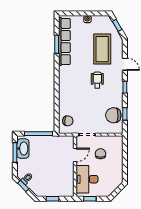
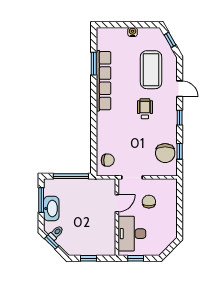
row of seats: (64, 42) -> (104, 81), moved
chair: (113, 115) -> (165, 153), turned -90
washbasin: (23, 149) -> (51, 209), moved

